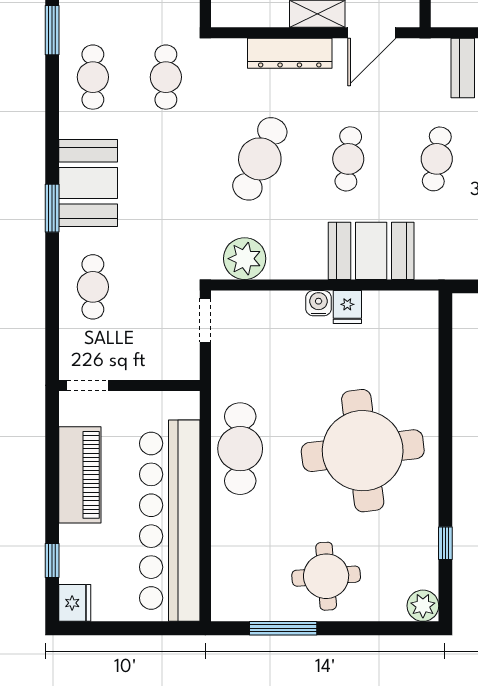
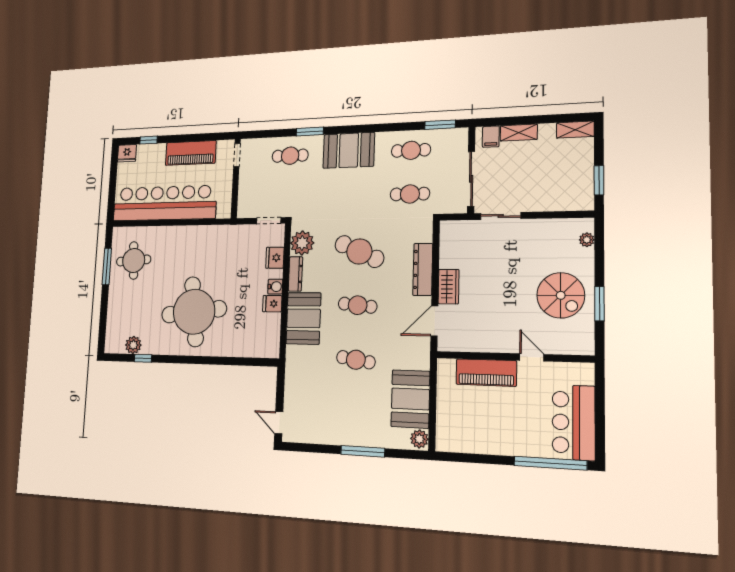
door: (372, 33) -> (434, 321), hinge flipped
window: (52, 208) -> (310, 132), moved
dresser: (297, 268) -> (295, 274), added
fridge: (269, 306) -> (275, 258), added
cafe table: (240, 449) -> (199, 242), removed
round table: (326, 576) -> (134, 260), moved
plant: (423, 606) -> (133, 345), moved

